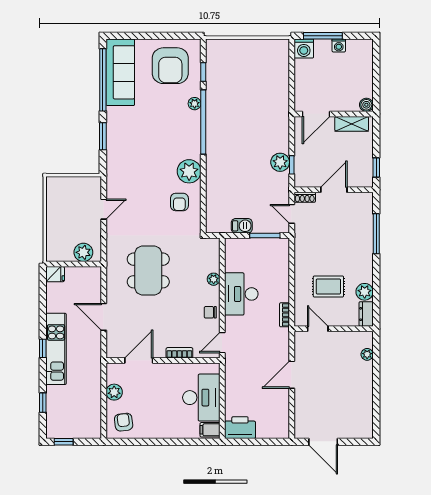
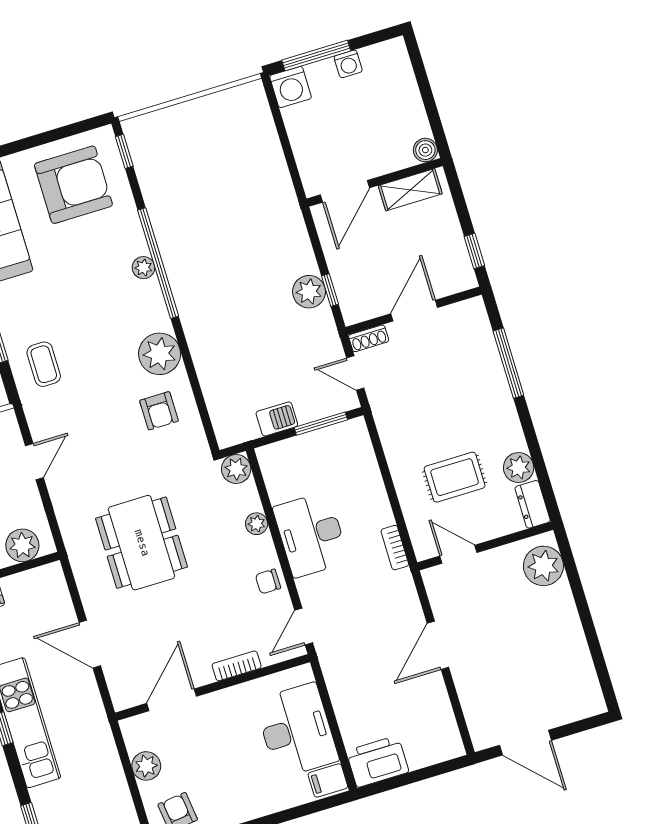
armchair: (170, 66) -> (73, 185), turned -90
window: (203, 72) -> (124, 151), moved
plant: (195, 104) -> (143, 268), moved
coffee table: (125, 158) -> (44, 364), added
plant: (212, 246) -> (236, 469), added
plant: (367, 354) -> (543, 566), width x1.88, depth x1.88

